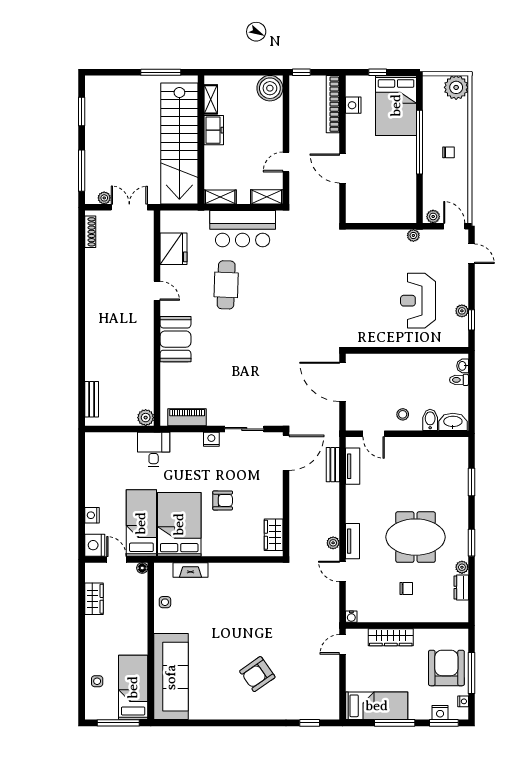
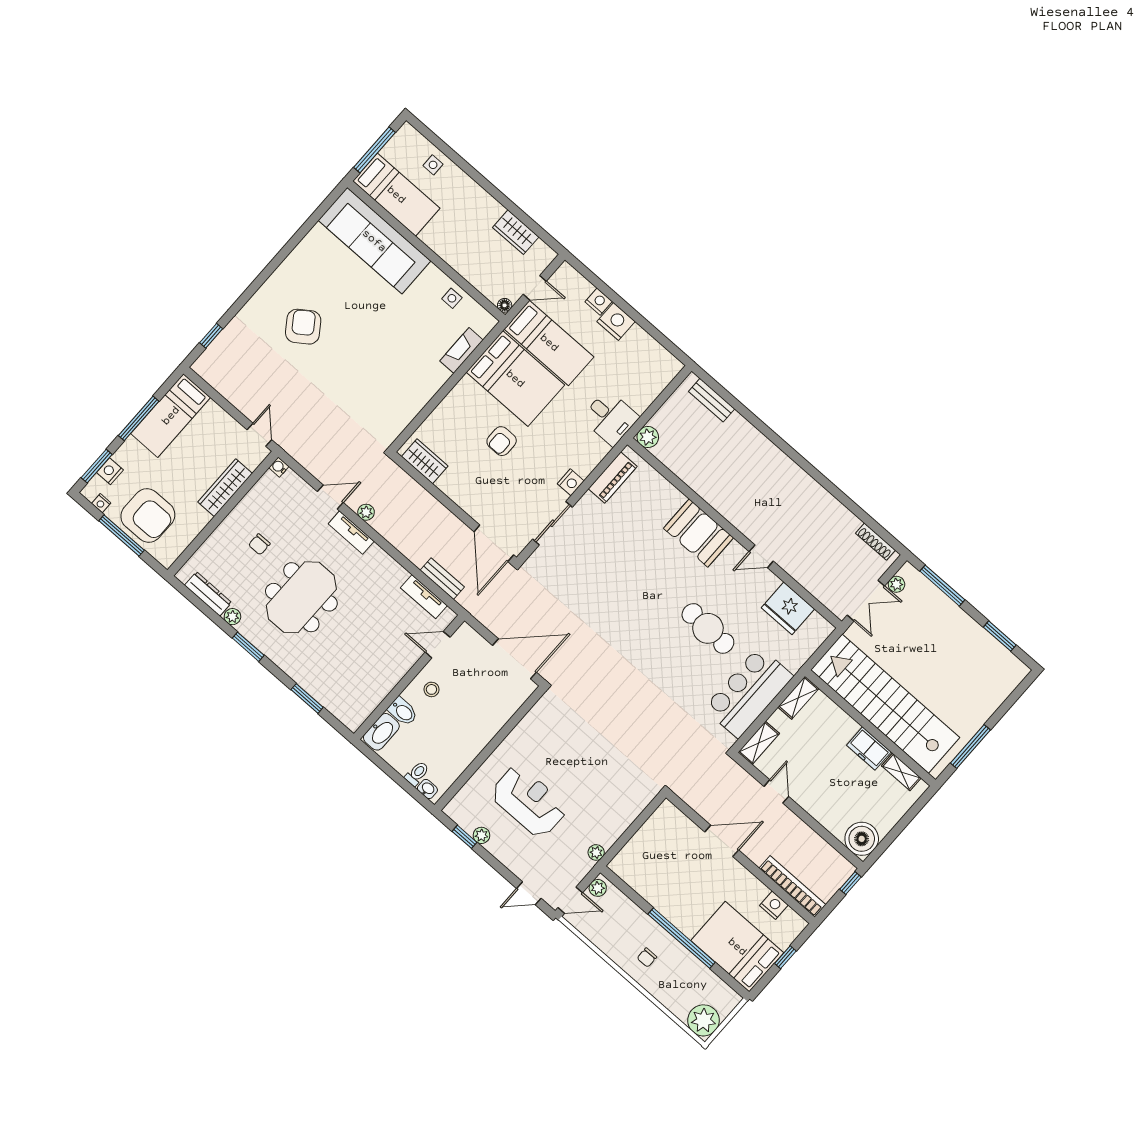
nightstand: (95, 545) -> (616, 321), moved
dresser: (461, 587) -> (208, 594), width x1.44

